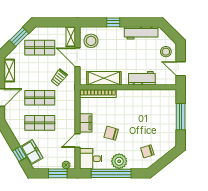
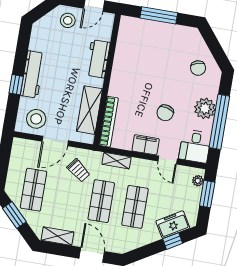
workbench: (141, 33) -> (33, 74), moved
shelving: (71, 37) -> (117, 161), moved

